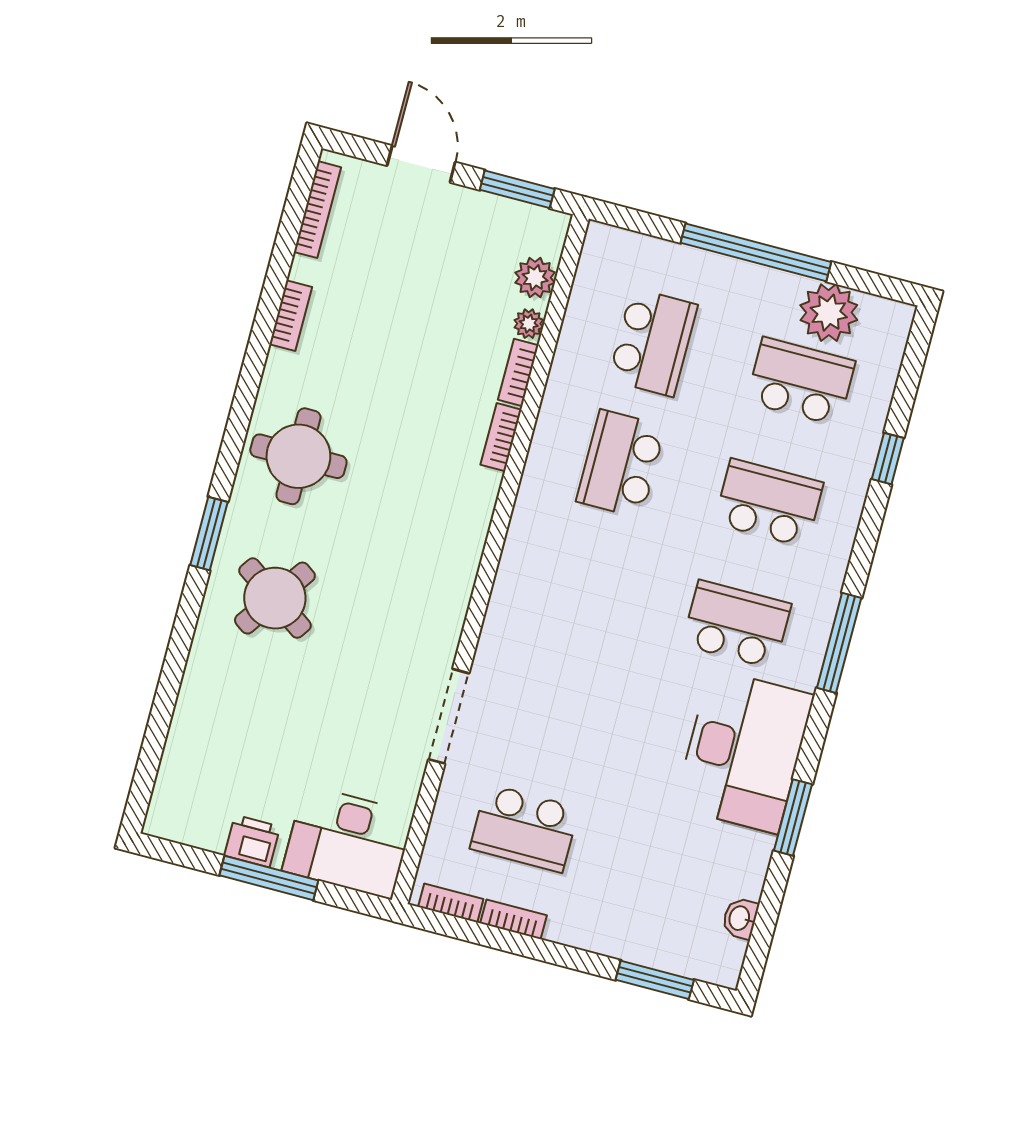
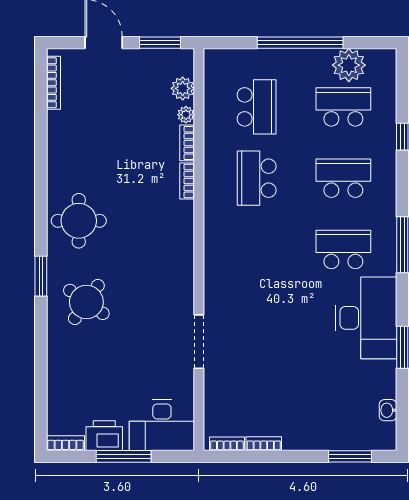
bookcase: (291, 316) -> (65, 443), moved, turned -90
school desk: (524, 828) -> (257, 392), removed
printer: (252, 841) -> (104, 436), width x1.36, depth x1.24

